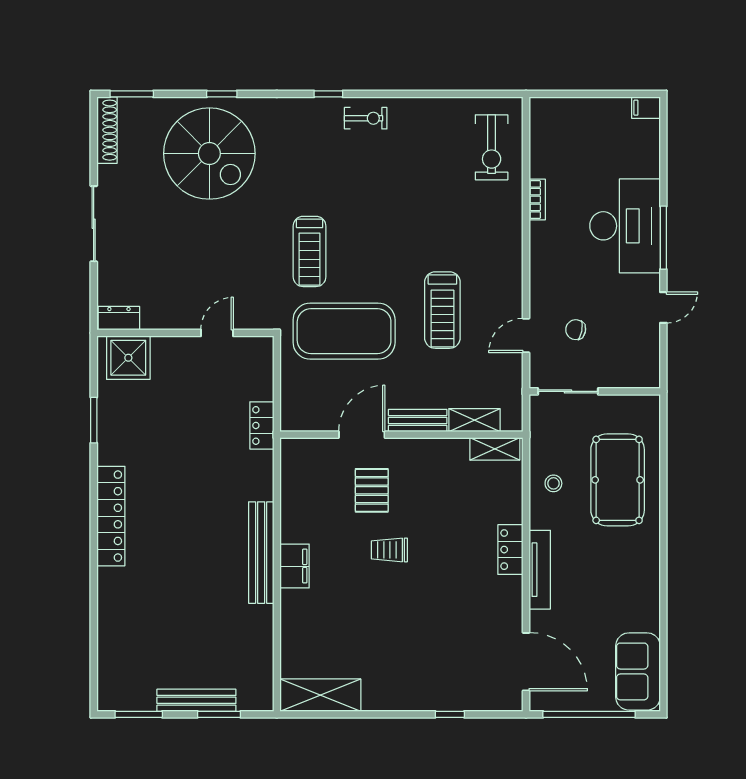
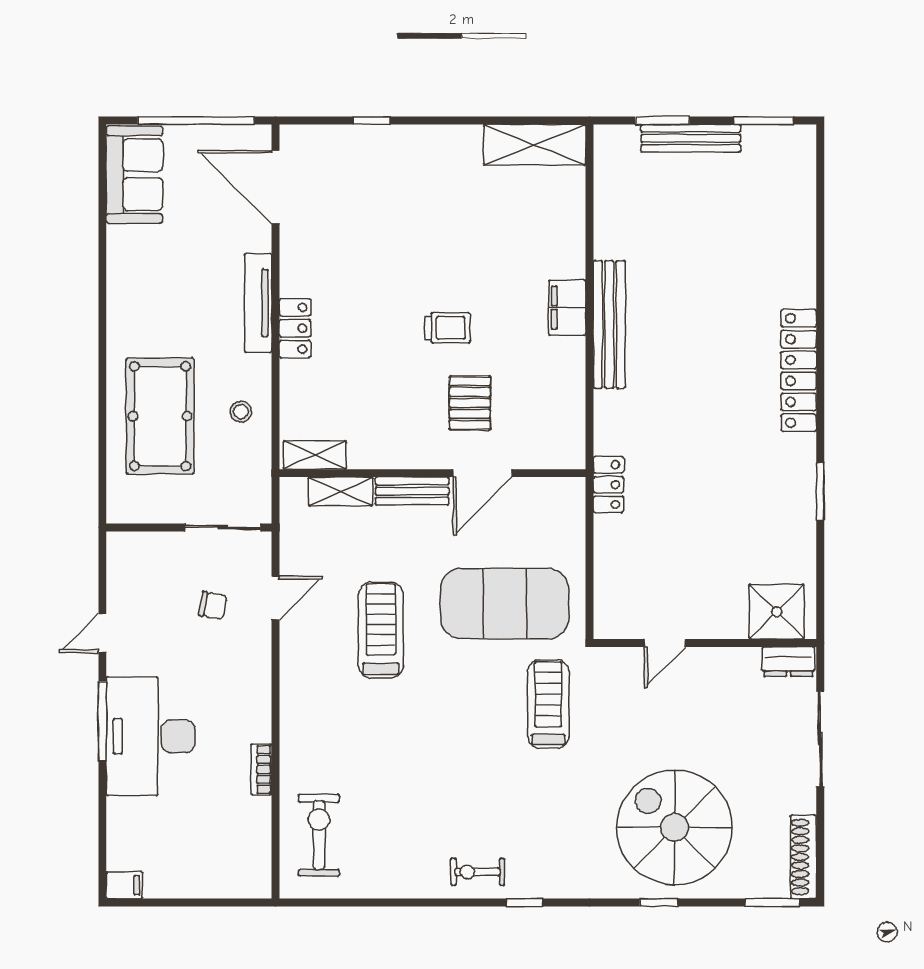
dresser: (119, 318) -> (788, 662), moved
wall: (185, 333) -> (705, 643), moved
door: (217, 333) -> (665, 643), moved
shower: (128, 358) -> (777, 612), moved

